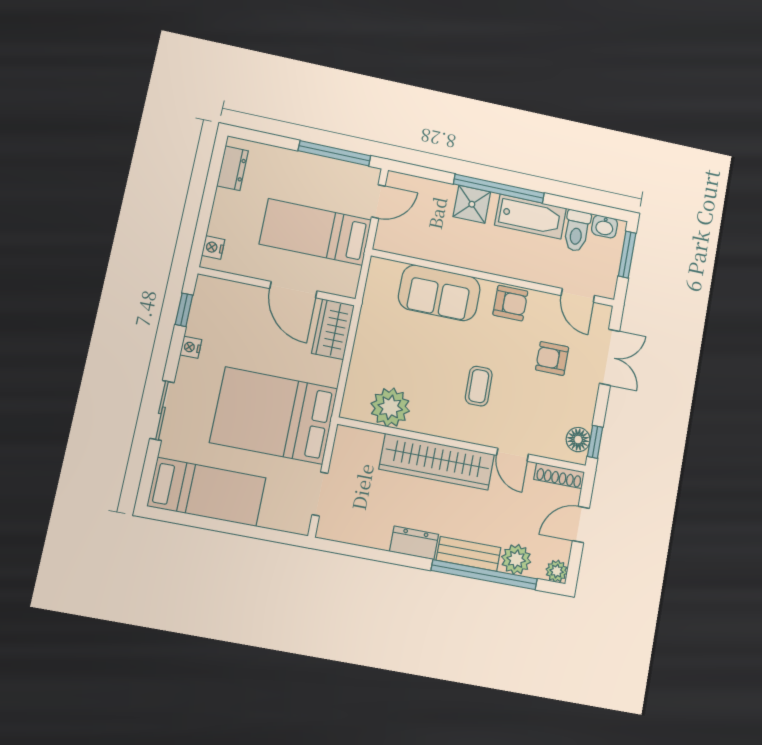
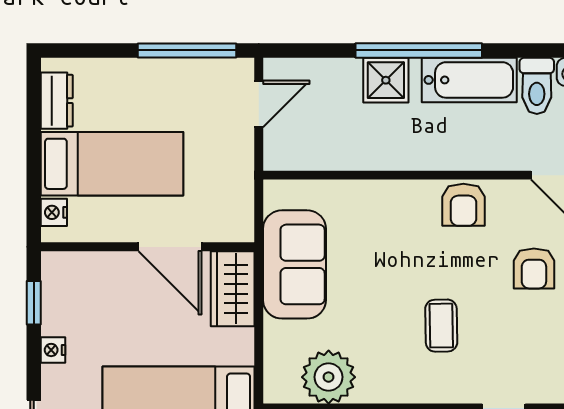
bed: (315, 232) -> (112, 164), moved, turned 180
sofa: (439, 293) -> (294, 264), moved, turned -90
armchair: (510, 303) -> (463, 205), turned 90
armchair: (552, 358) -> (534, 268), turned -90

